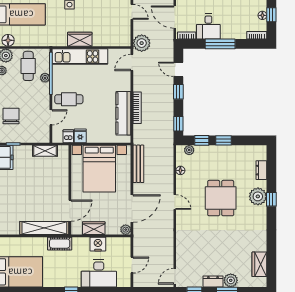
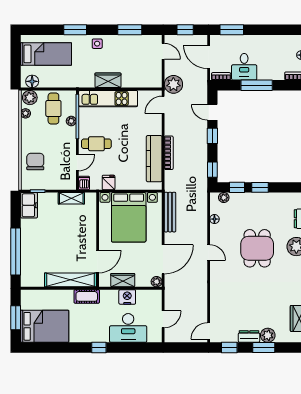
dishwasher: (68, 136) -> (84, 183), moved

